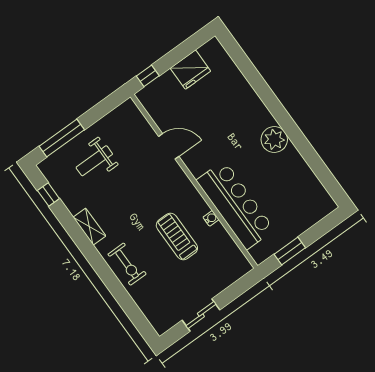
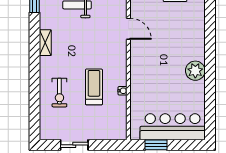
bar counter: (235, 205) -> (173, 127), moved, turned -90
exercise bike: (127, 264) -> (59, 93), moved

